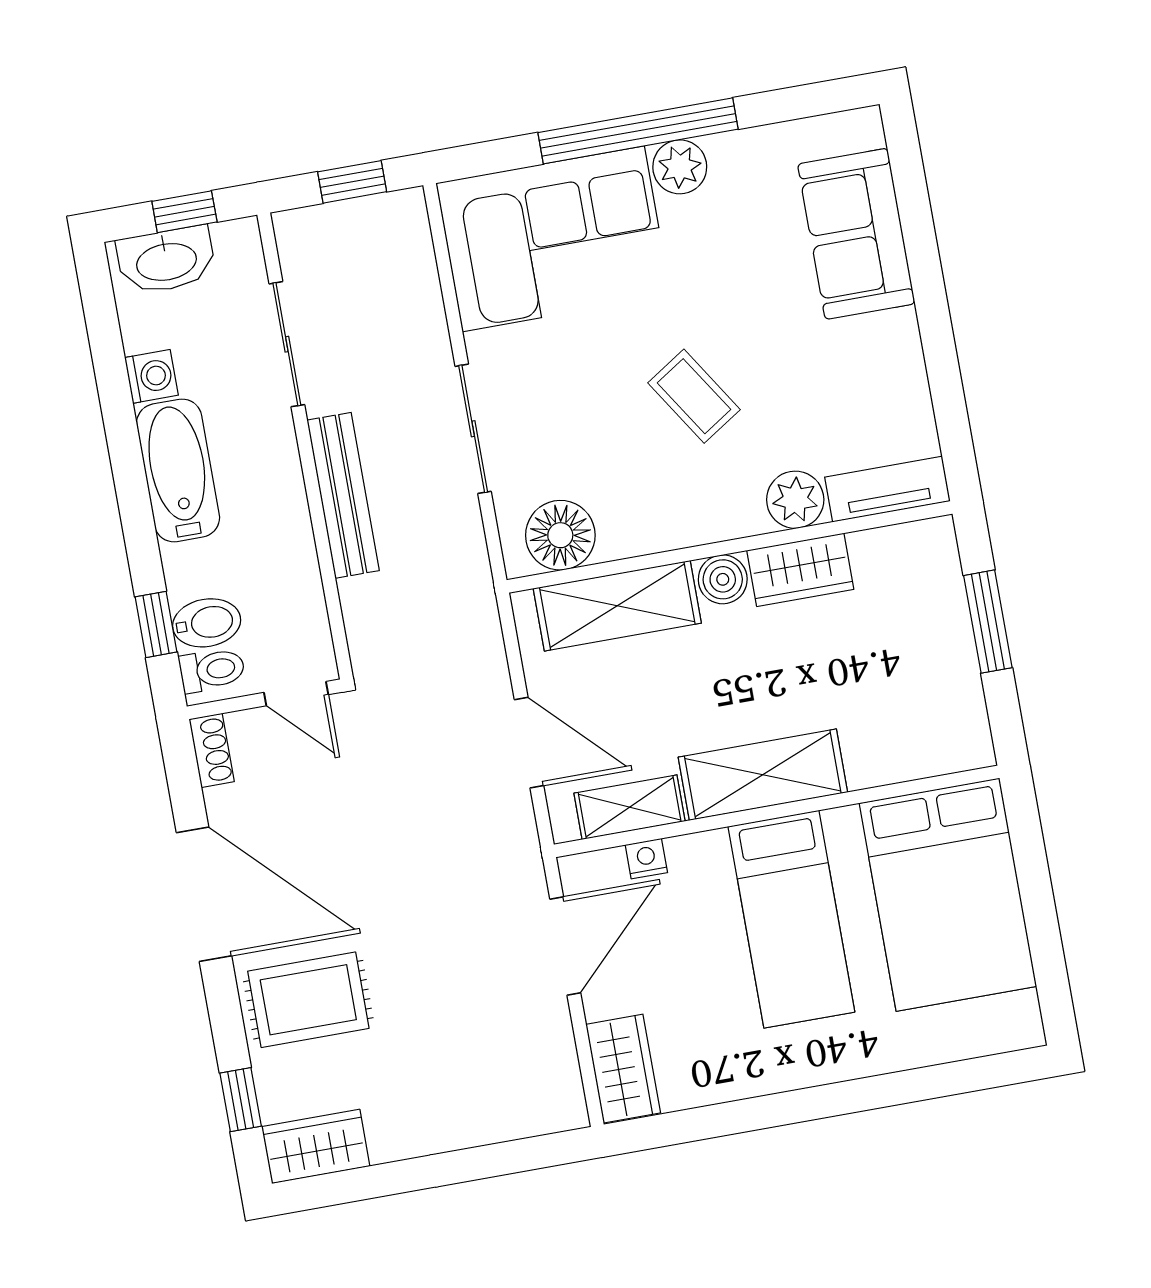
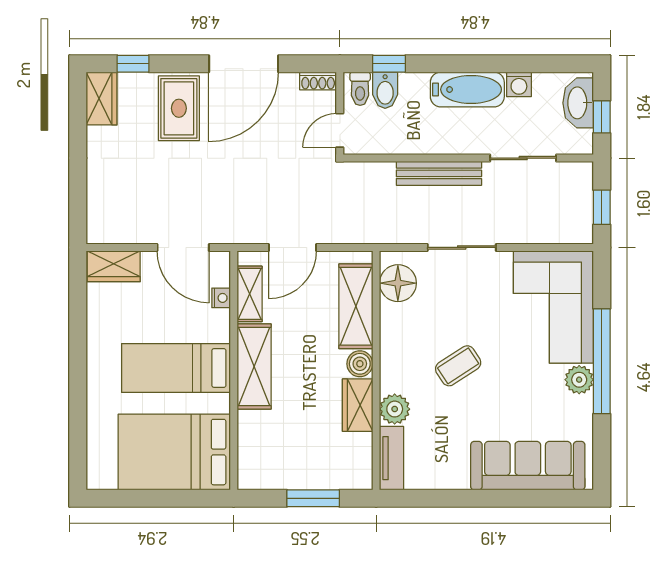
sofa: (856, 234) -> (528, 466), width x1.36

